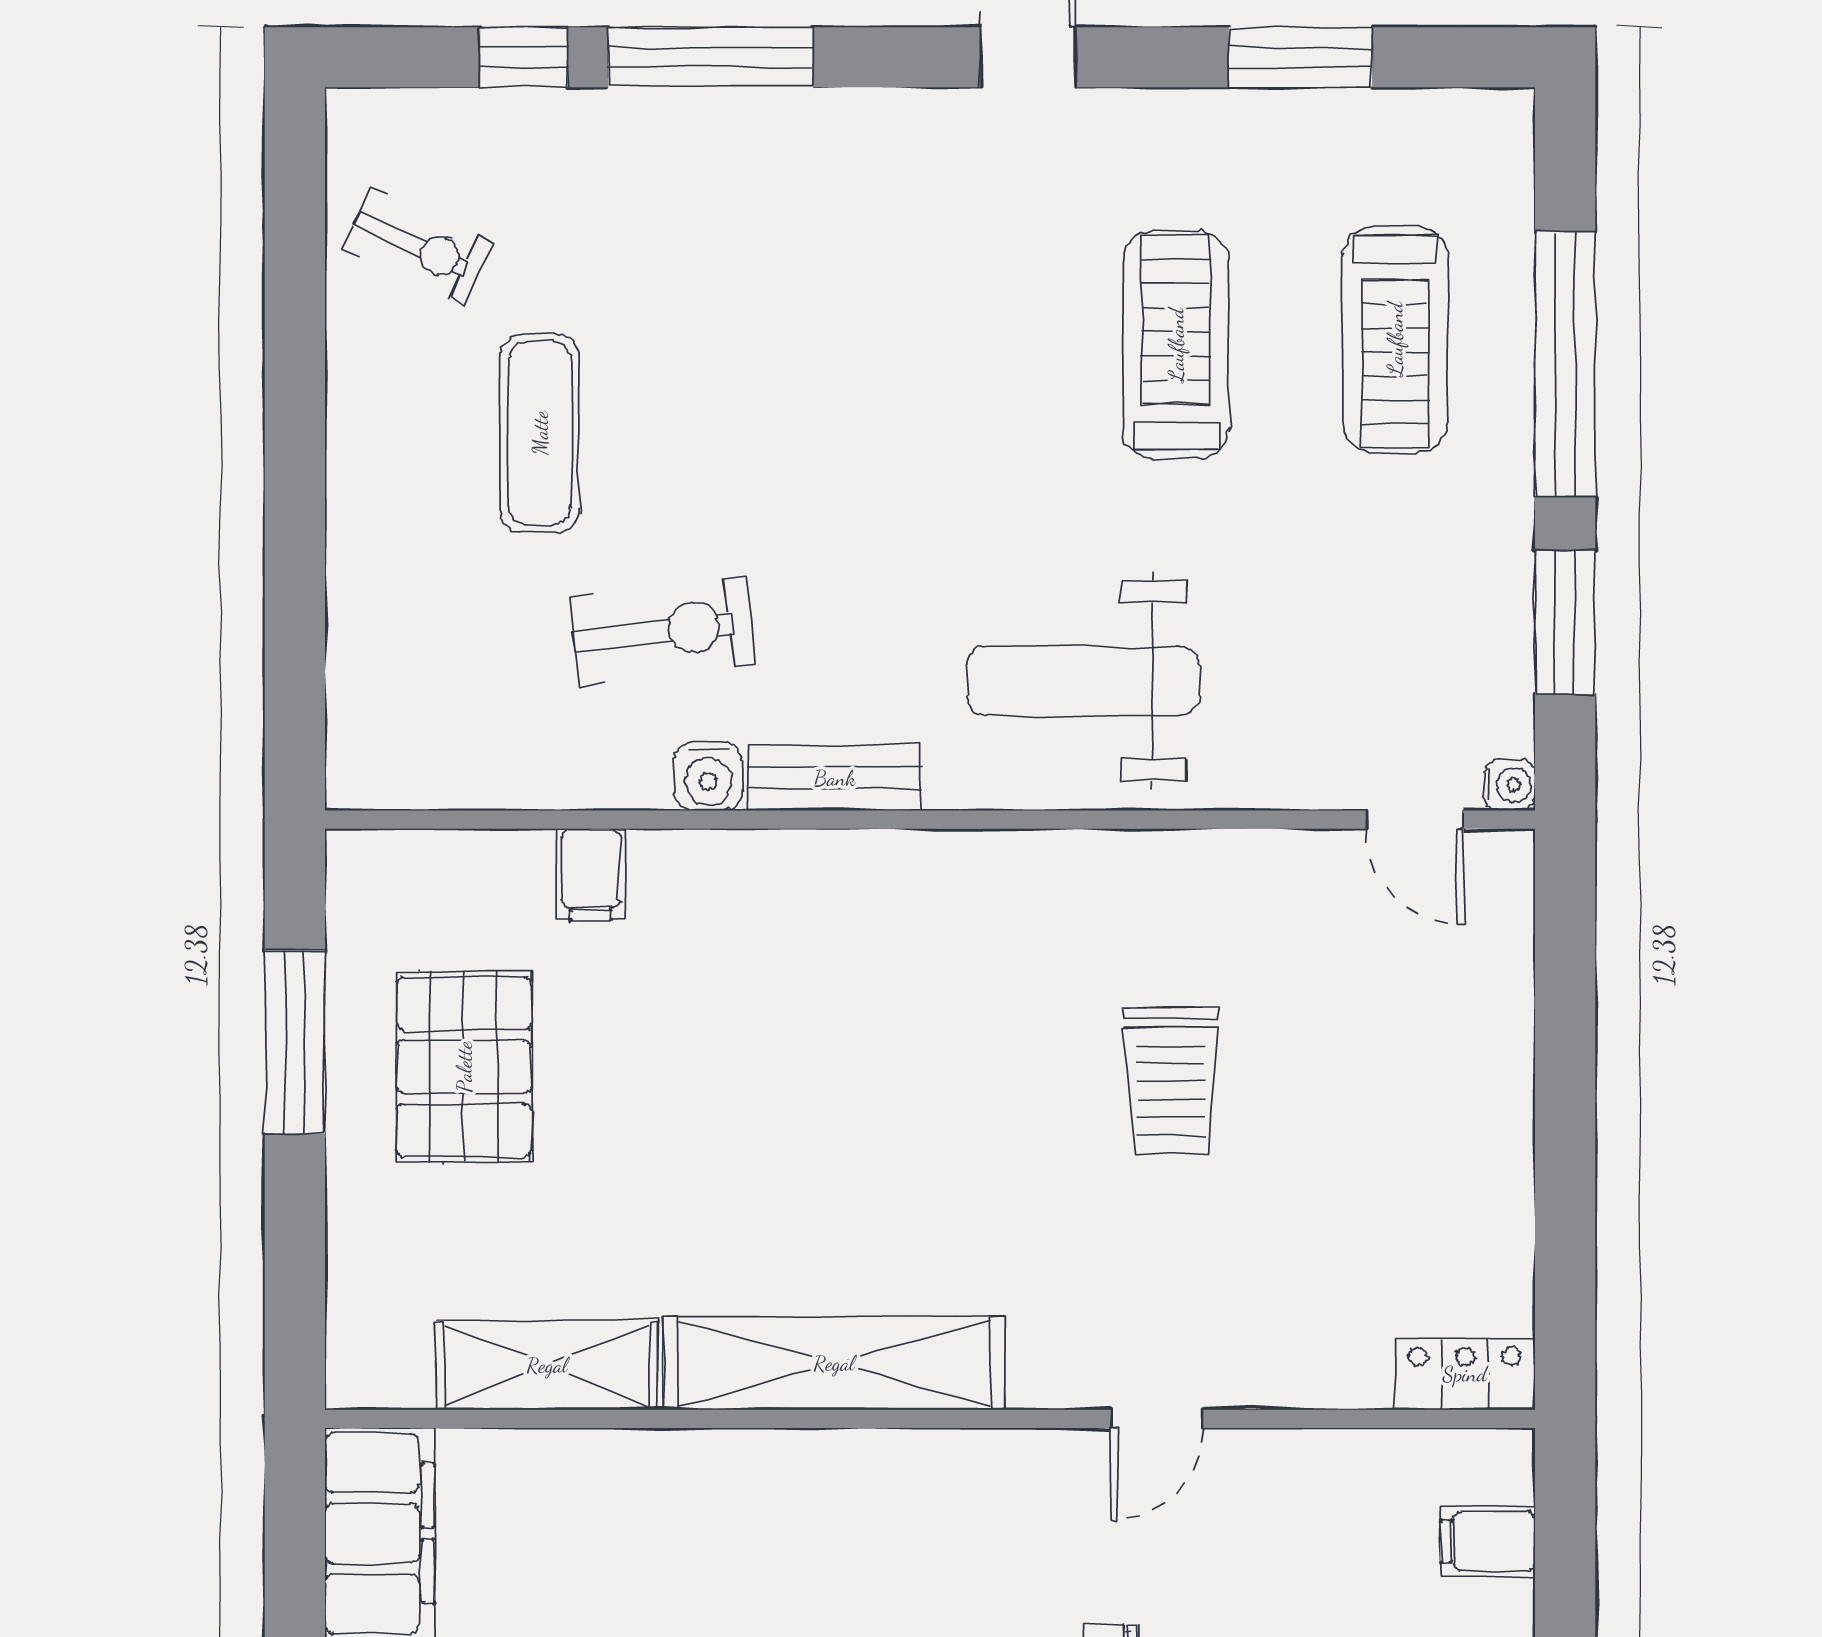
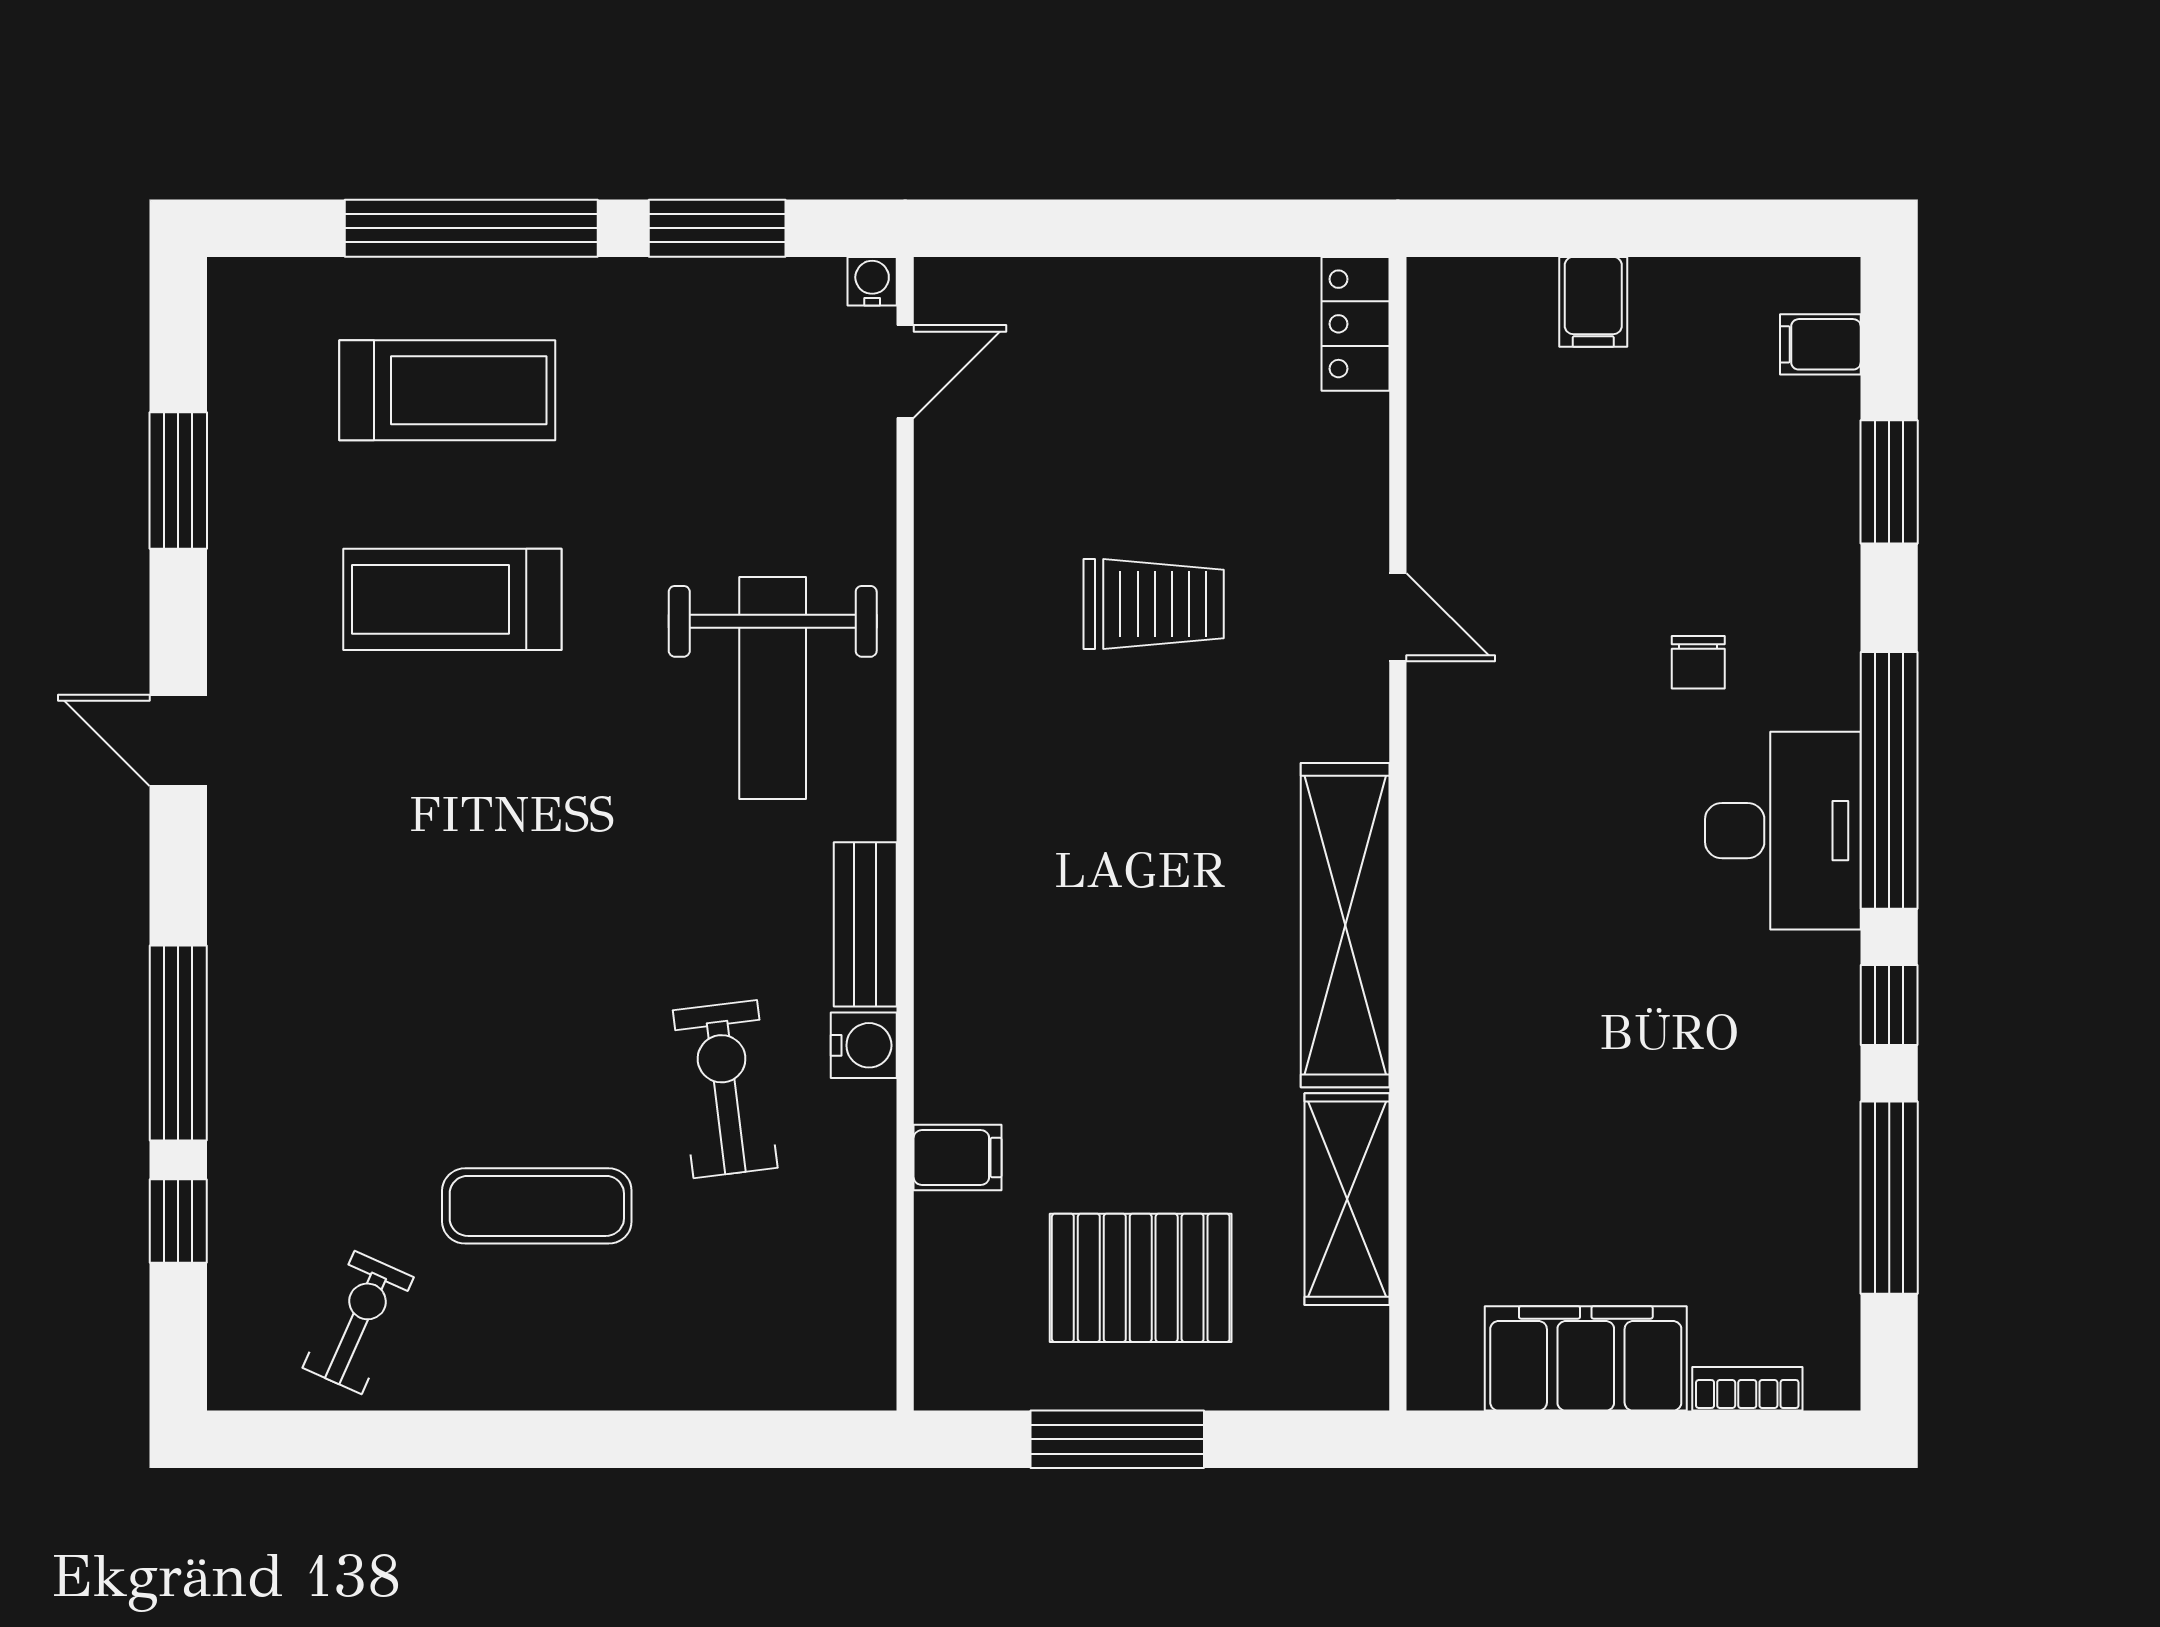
shelving: (834, 1363) -> (1345, 925), moved
shelving: (547, 1365) -> (1347, 1199), moved
locker: (1465, 1374) -> (1355, 324), moved
wall: (930, 1419) -> (1398, 834), moved
door: (1157, 1419) -> (1398, 617), moved

